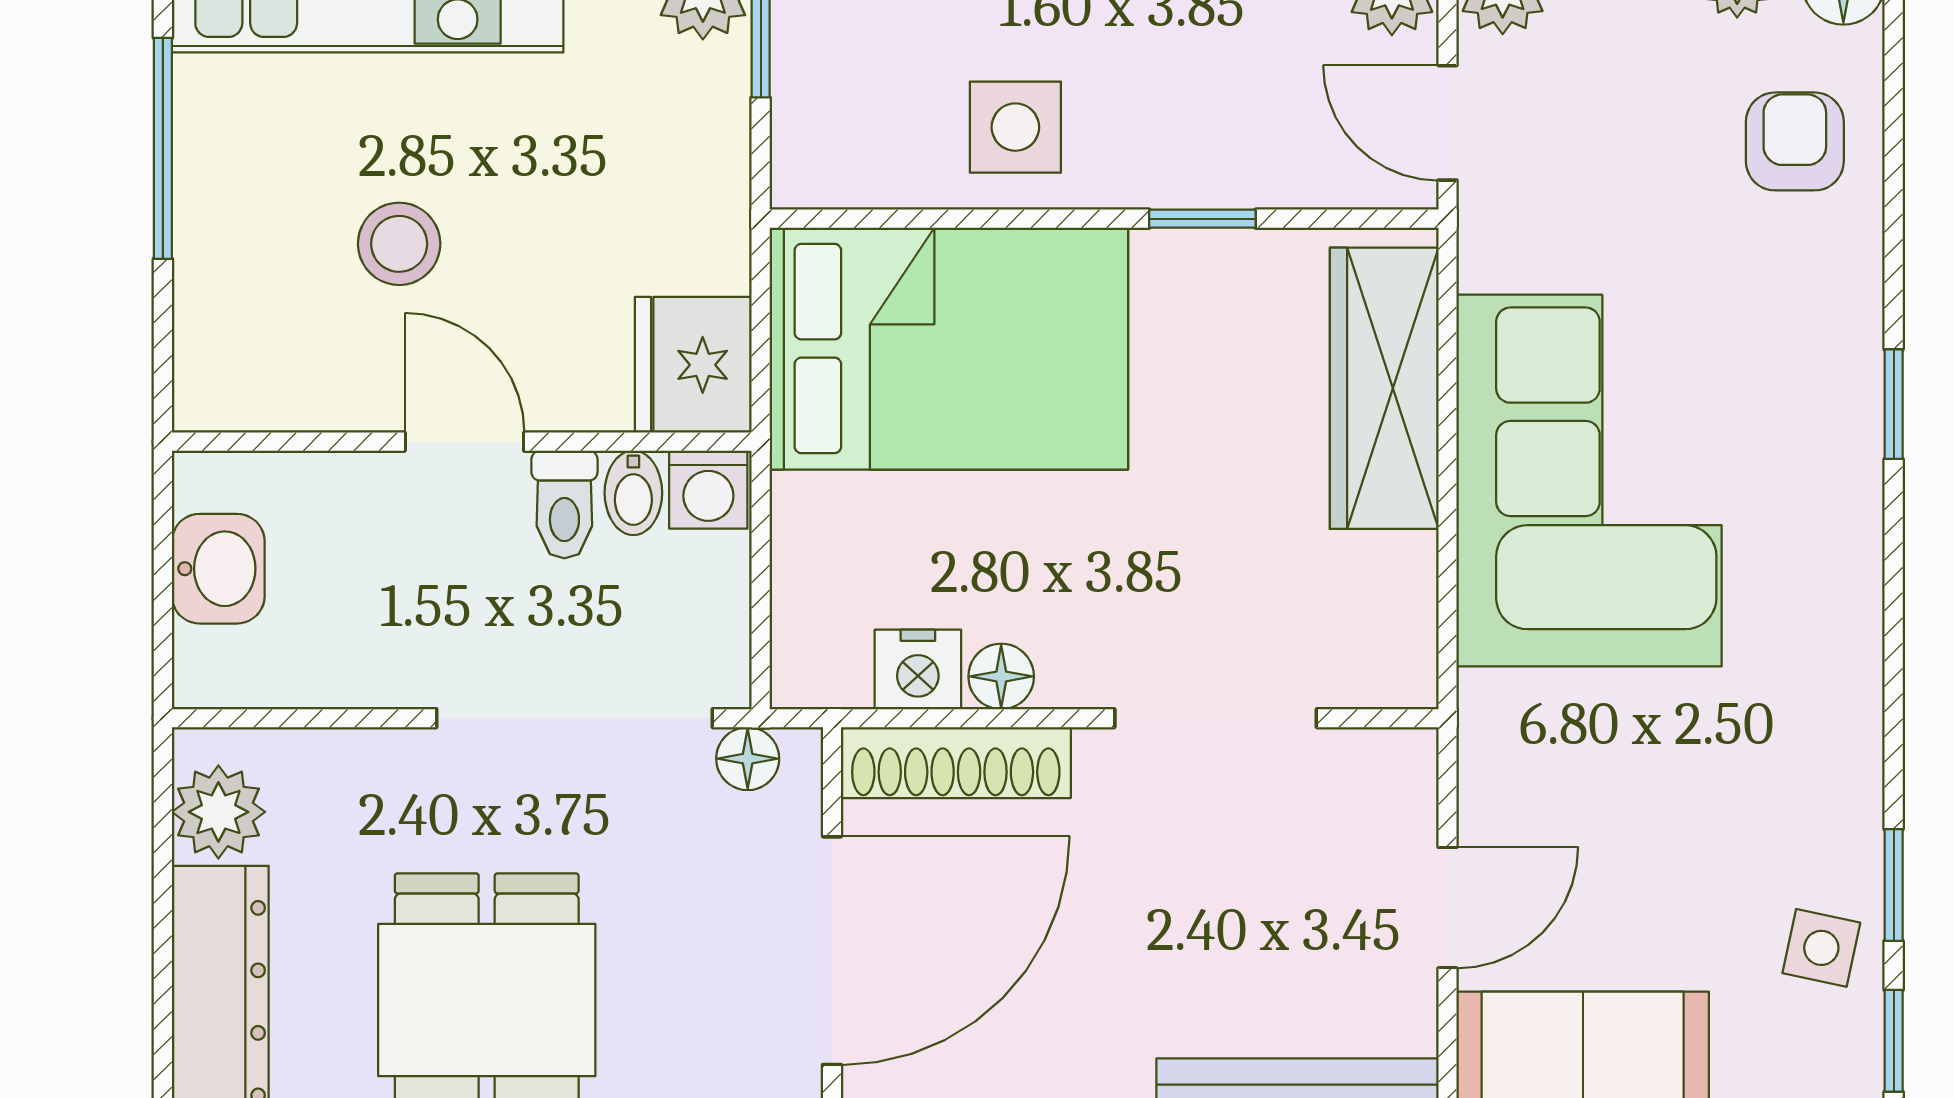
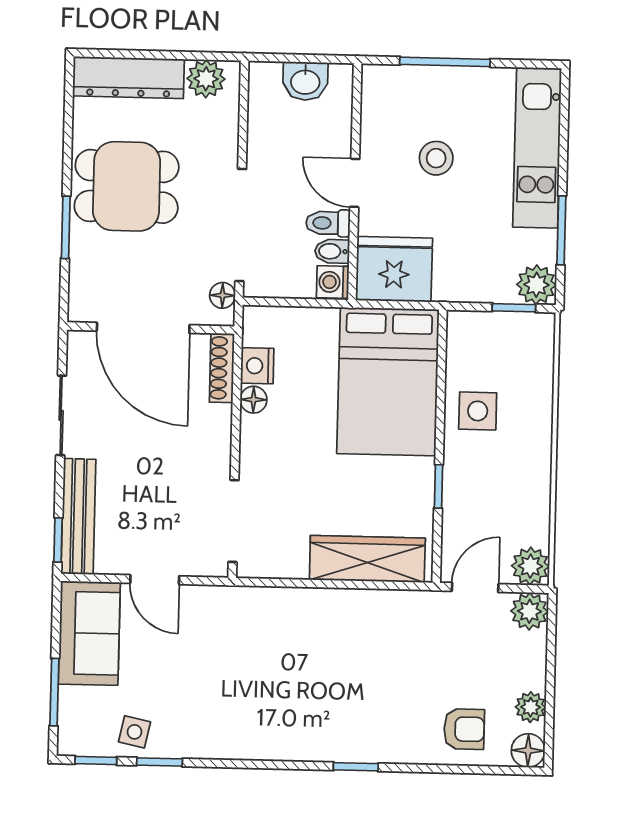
window: (163, 148) -> (445, 62), moved
fridge: (693, 365) -> (394, 269), width x1.36, depth x1.34
door: (464, 442) -> (355, 183), swing flipped
corner sofa: (1589, 481) -> (328, 642), removed
doorway: (1216, 718) -> (233, 521), moved
shoe rack: (956, 763) -> (222, 368), width x0.74, depth x0.81

